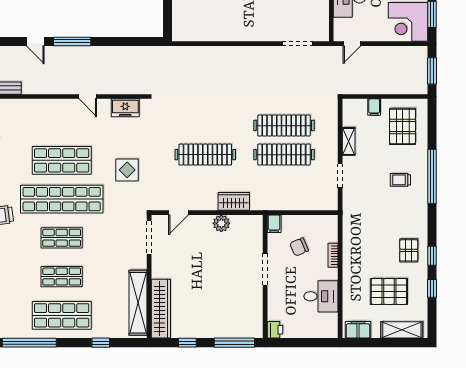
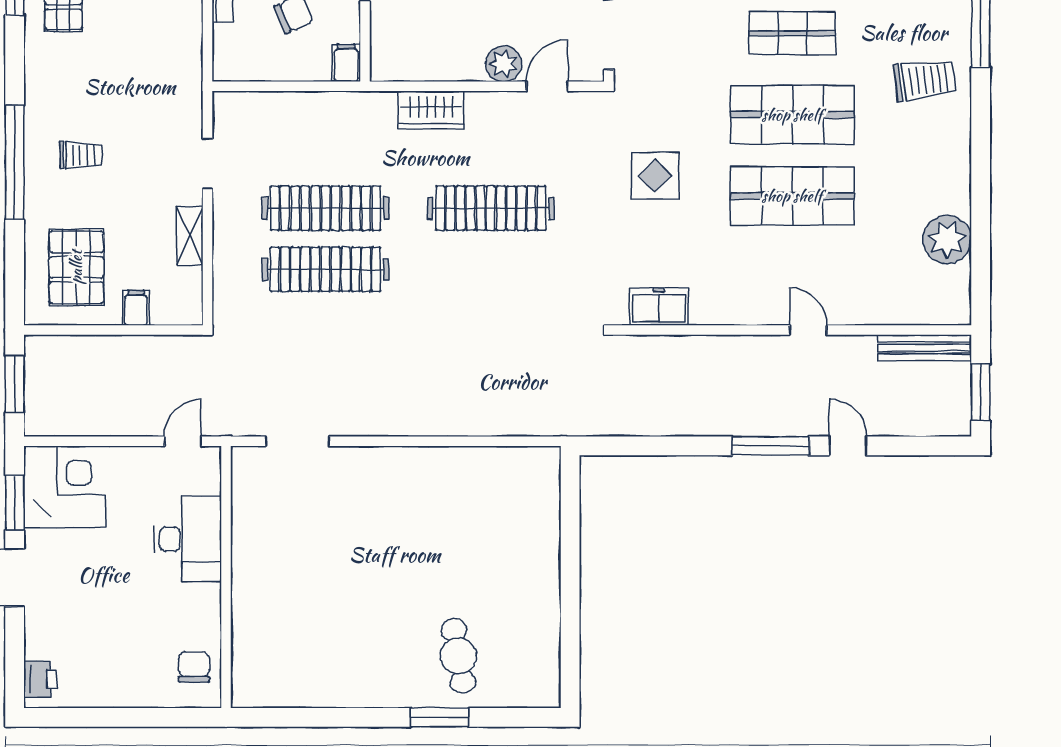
door: (88, 97) -> (808, 330), moved
shop shelf: (62, 199) -> (792, 115), width x0.71
plant: (221, 223) -> (504, 64), moved

